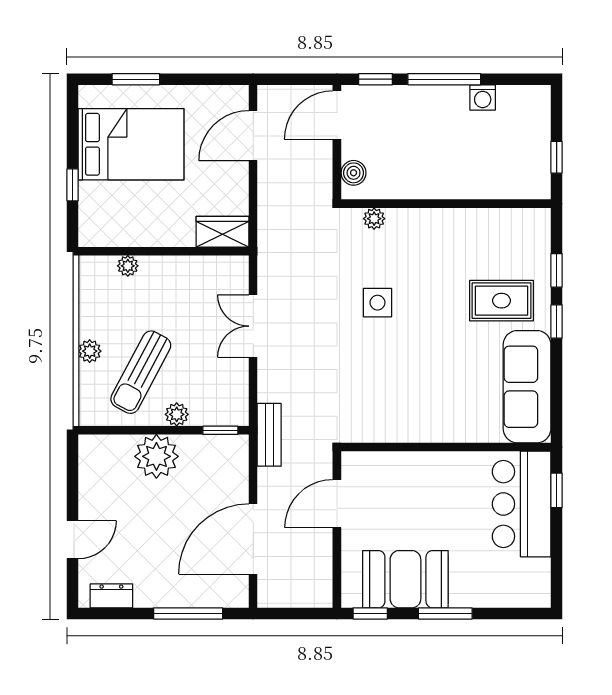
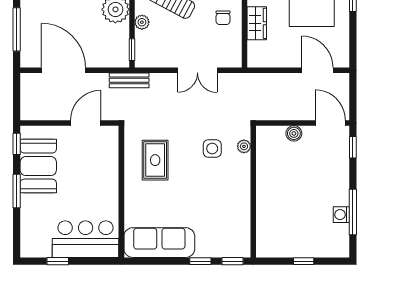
window: (444, 79) -> (353, 212), moved
wall: (446, 204) -> (253, 192), moved
plant: (374, 219) -> (244, 146), moved
wardrobe: (222, 232) -> (257, 23), moved
chair: (170, 285) -> (223, 18), added
rug: (502, 301) -> (155, 160), moved
double door: (253, 326) -> (197, 70), swing flipped
window: (557, 490) -> (58, 261), moved
door: (337, 504) -> (86, 123), hinge flipped

